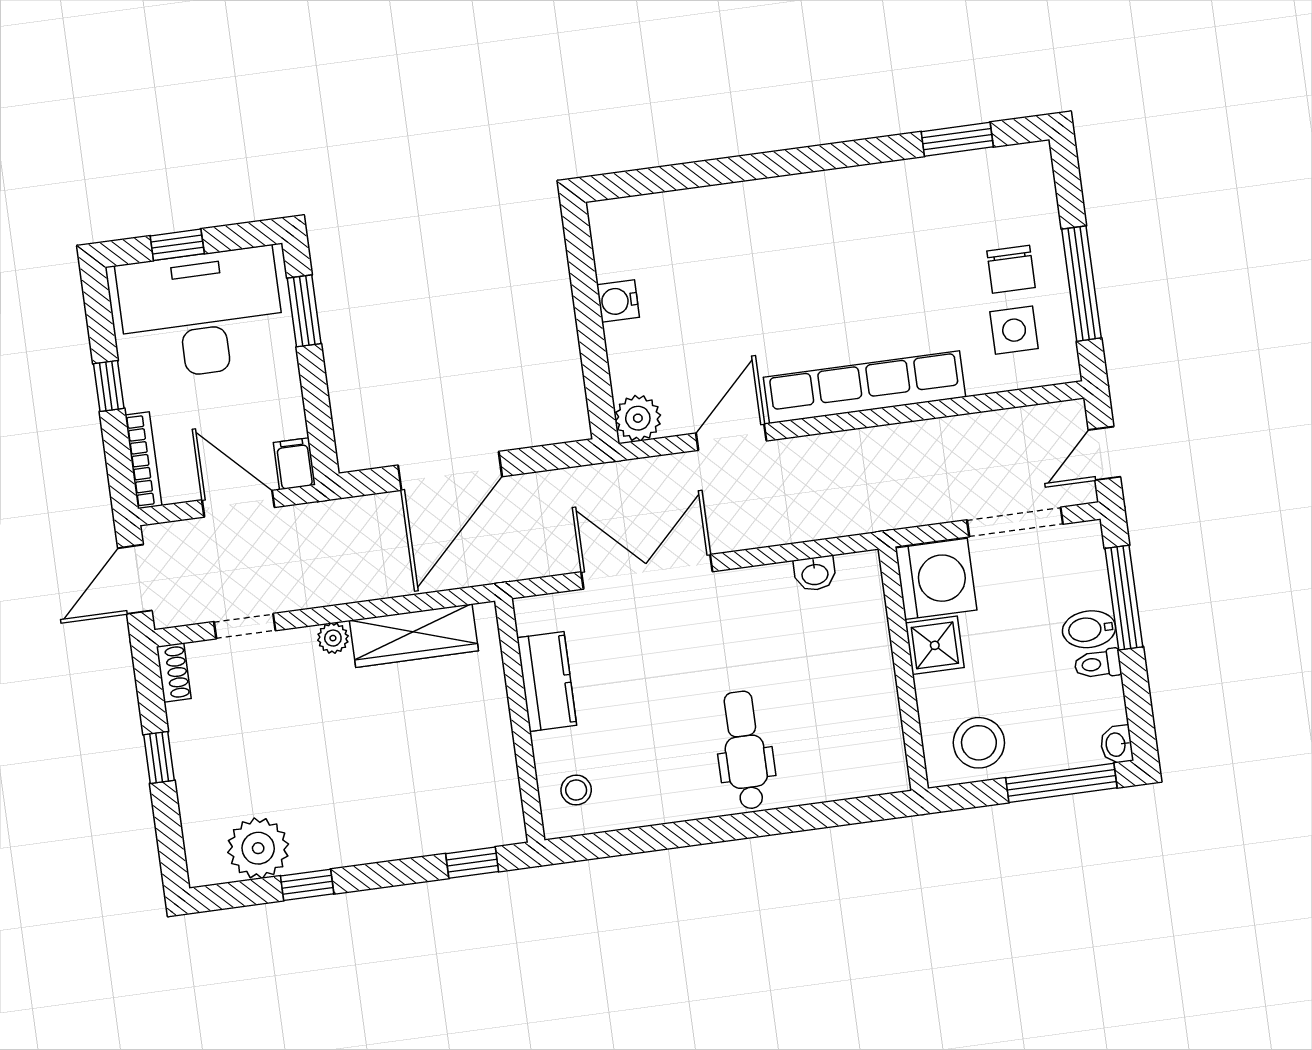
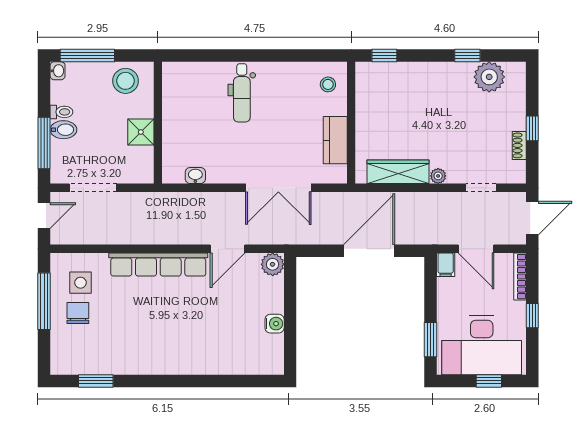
washing machine: (936, 579) -> (136, 165), removed
shoe rack: (174, 672) -> (519, 145), moved

